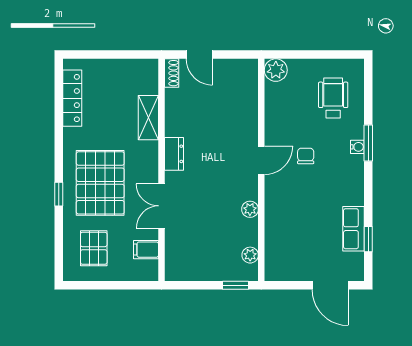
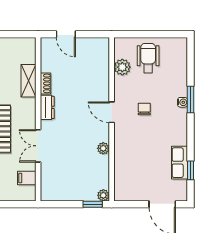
plant: (276, 70) -> (122, 67), moved
shoe rack: (172, 73) -> (46, 83), moved
wheelchair: (333, 98) -> (148, 58), moved
door: (261, 160) -> (112, 112), swing flipped
plant: (250, 255) -> (103, 195), moved

